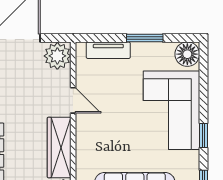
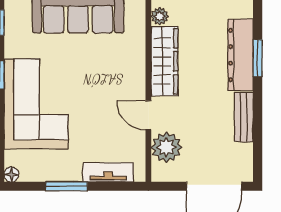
floor lamp: (187, 54) -> (11, 174), width x0.53, depth x0.53
plant: (57, 56) -> (166, 147), moved

